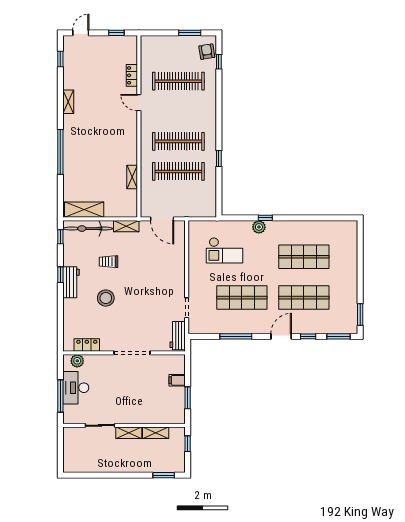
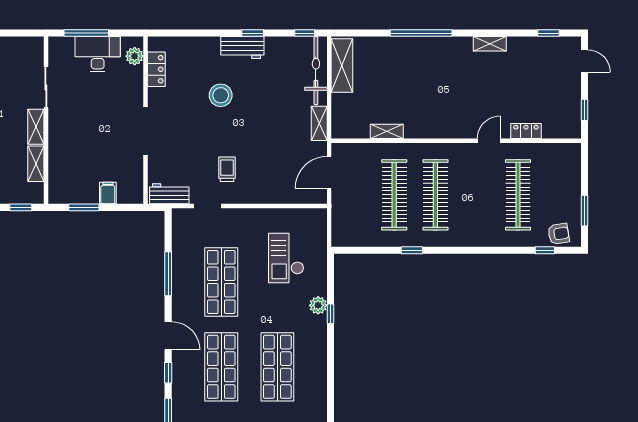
trolley: (109, 262) -> (227, 169), moved

